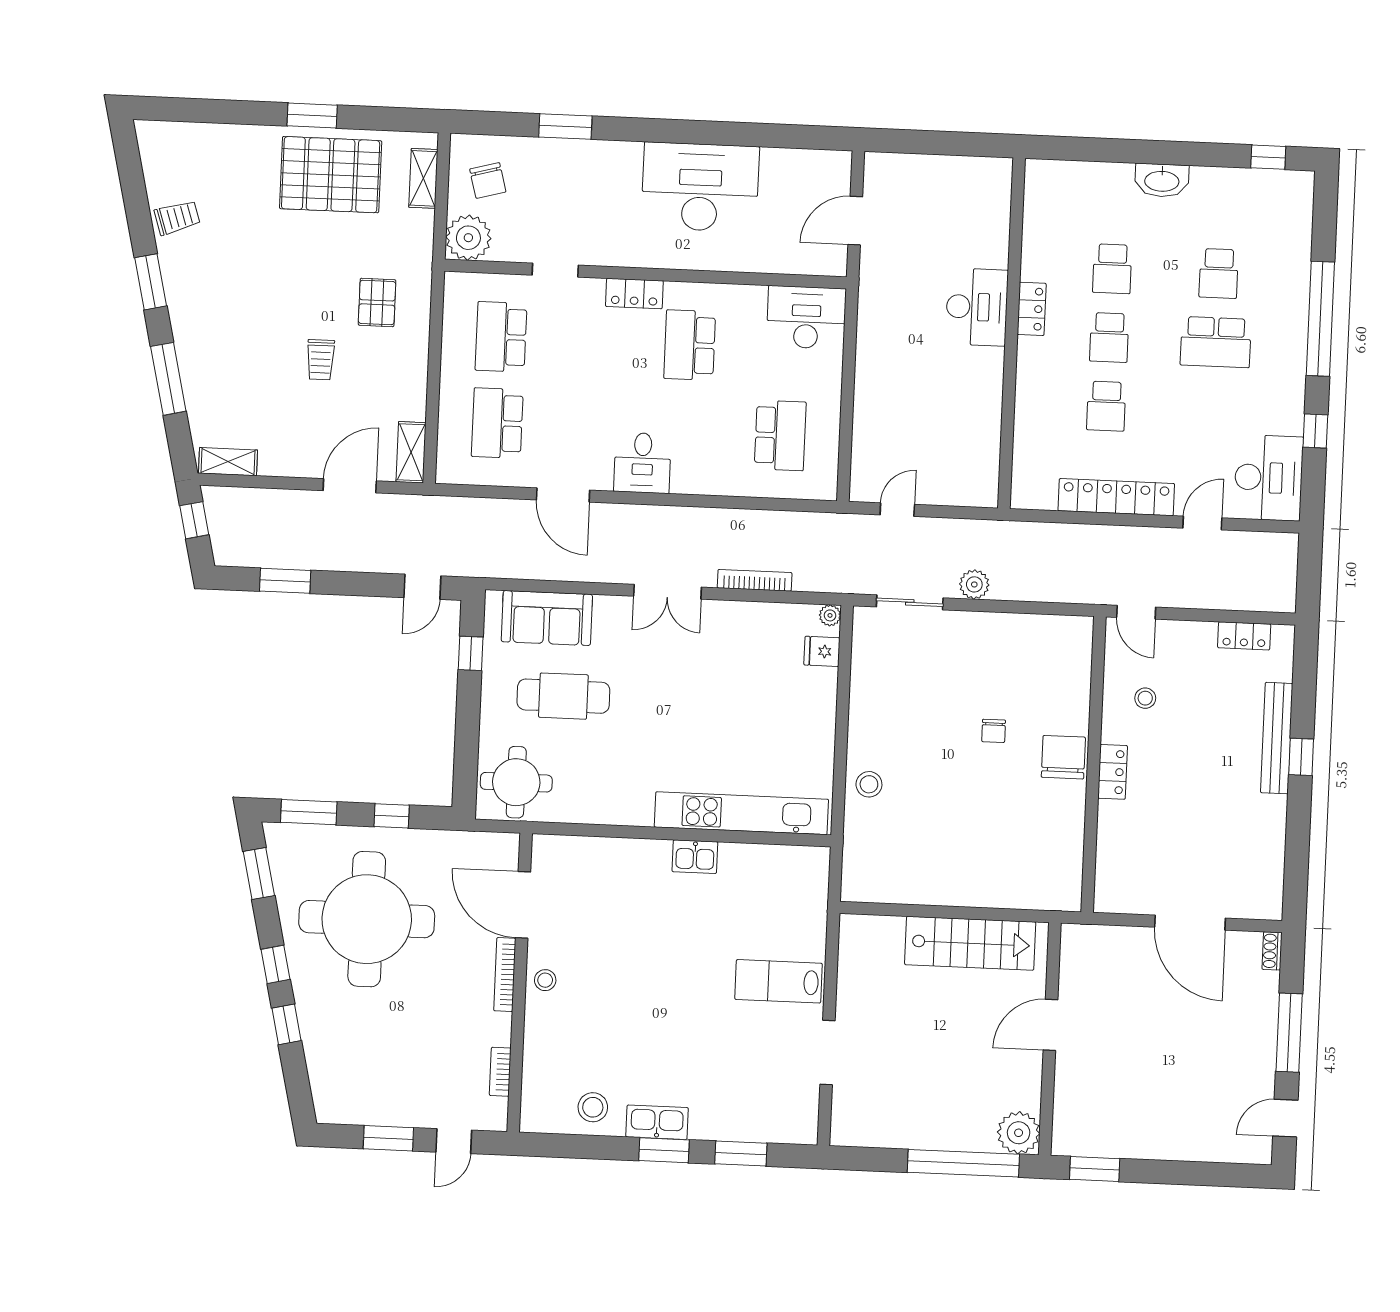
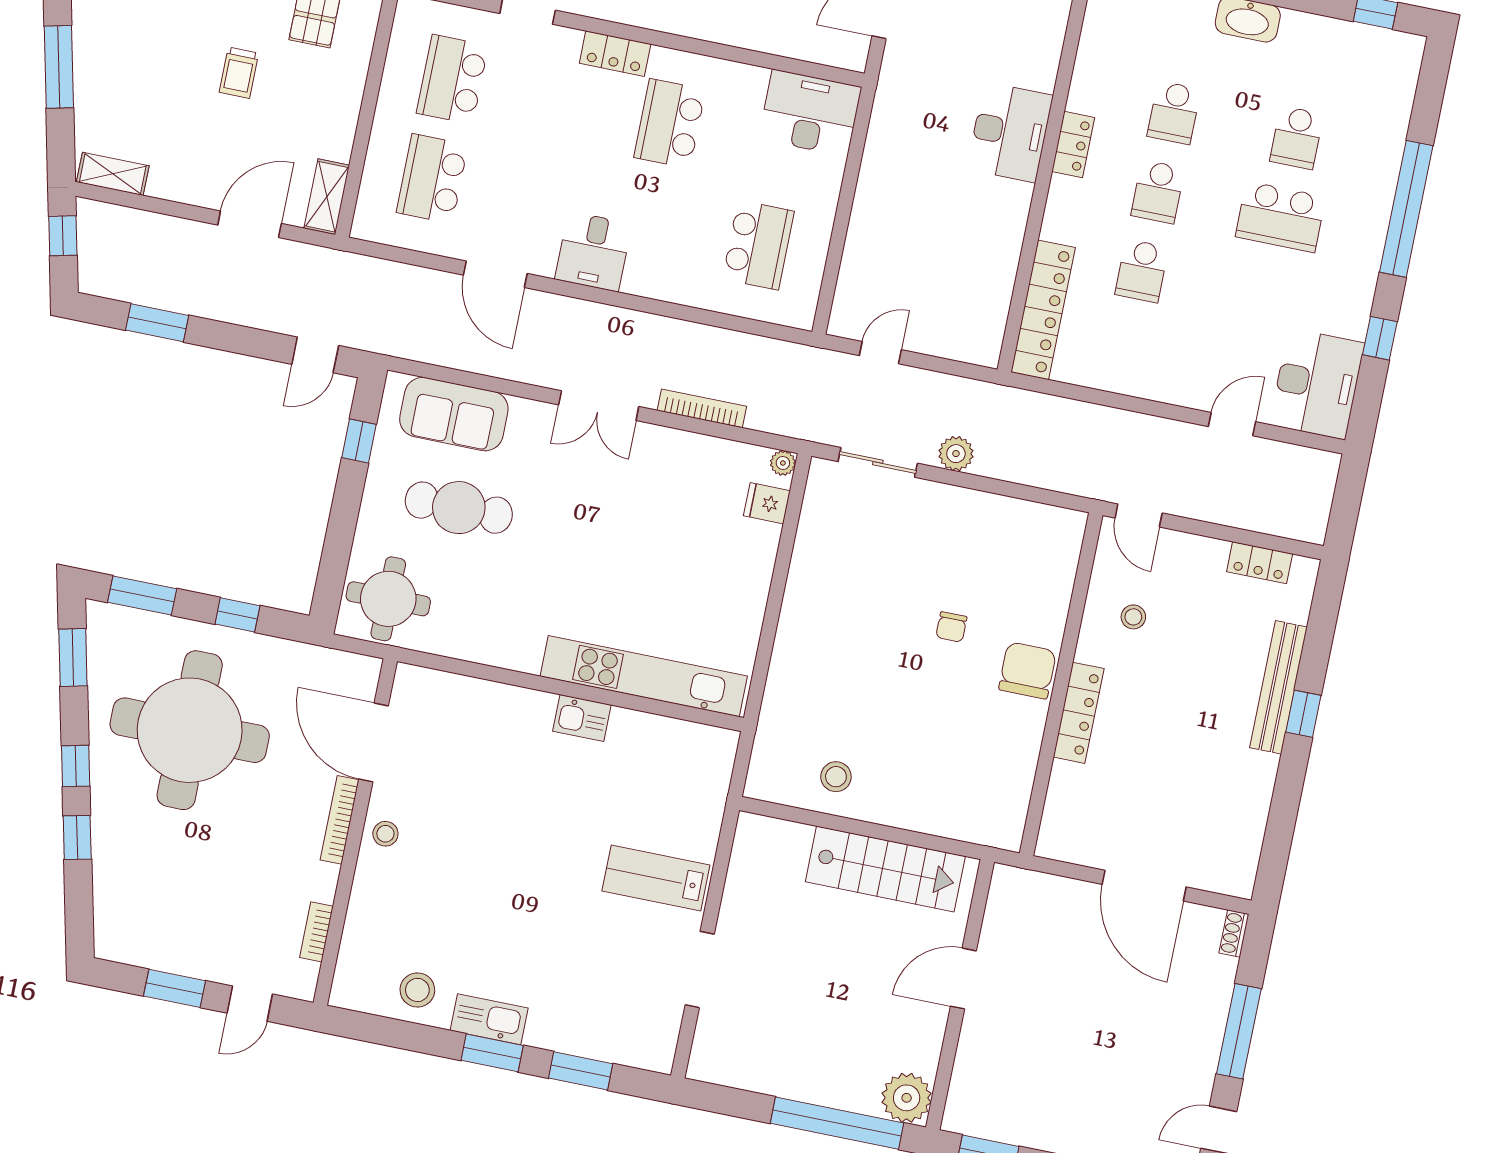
locker: (1116, 497) -> (1043, 310), moved, turned 90
locker: (1113, 772) -> (1079, 713), width x1.53
stool: (869, 784) -> (836, 777), moved

